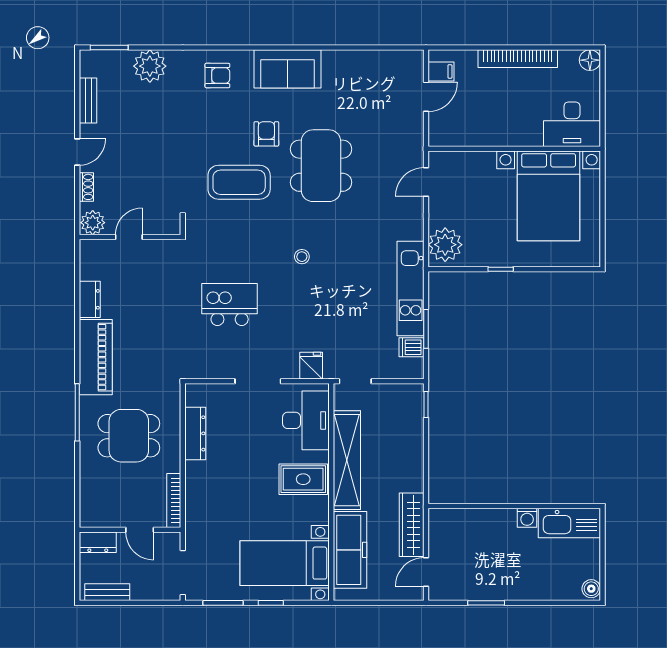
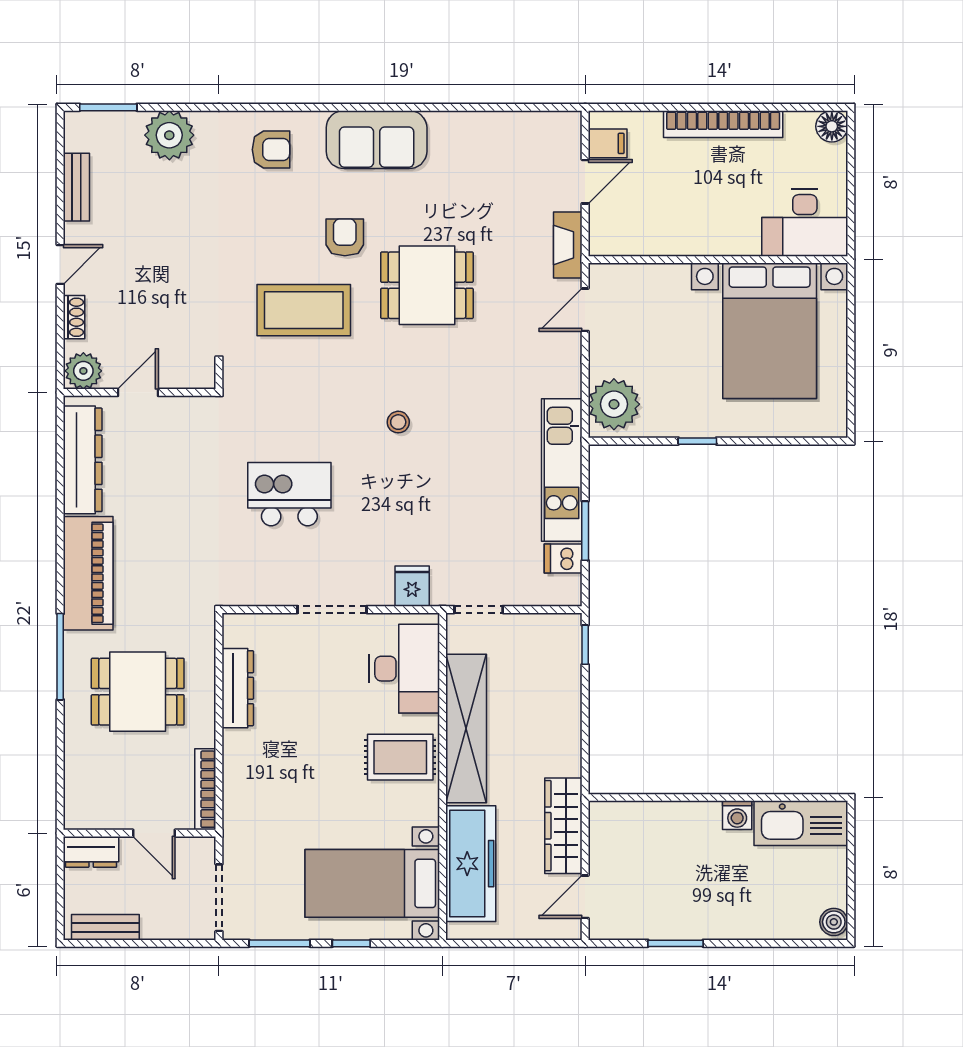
fireplace: (414, 139) -> (568, 245), added
dining table: (321, 166) -> (427, 285), width x0.73
dresser: (90, 299) -> (83, 460), width x1.96, depth x1.24

